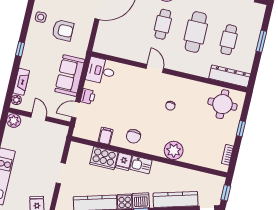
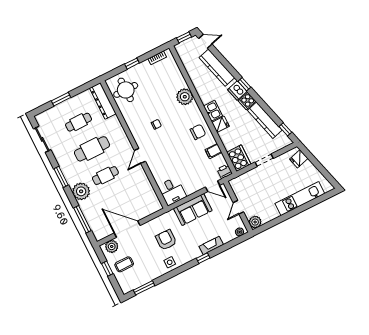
fireplace: (21, 82) -> (211, 246), moved
printer: (88, 96) -> (225, 171), moved
cooker: (104, 158) -> (239, 158), moved

